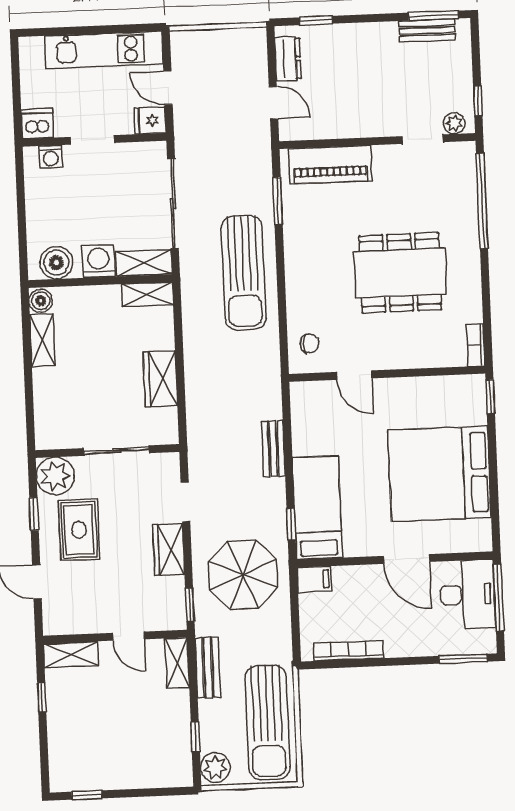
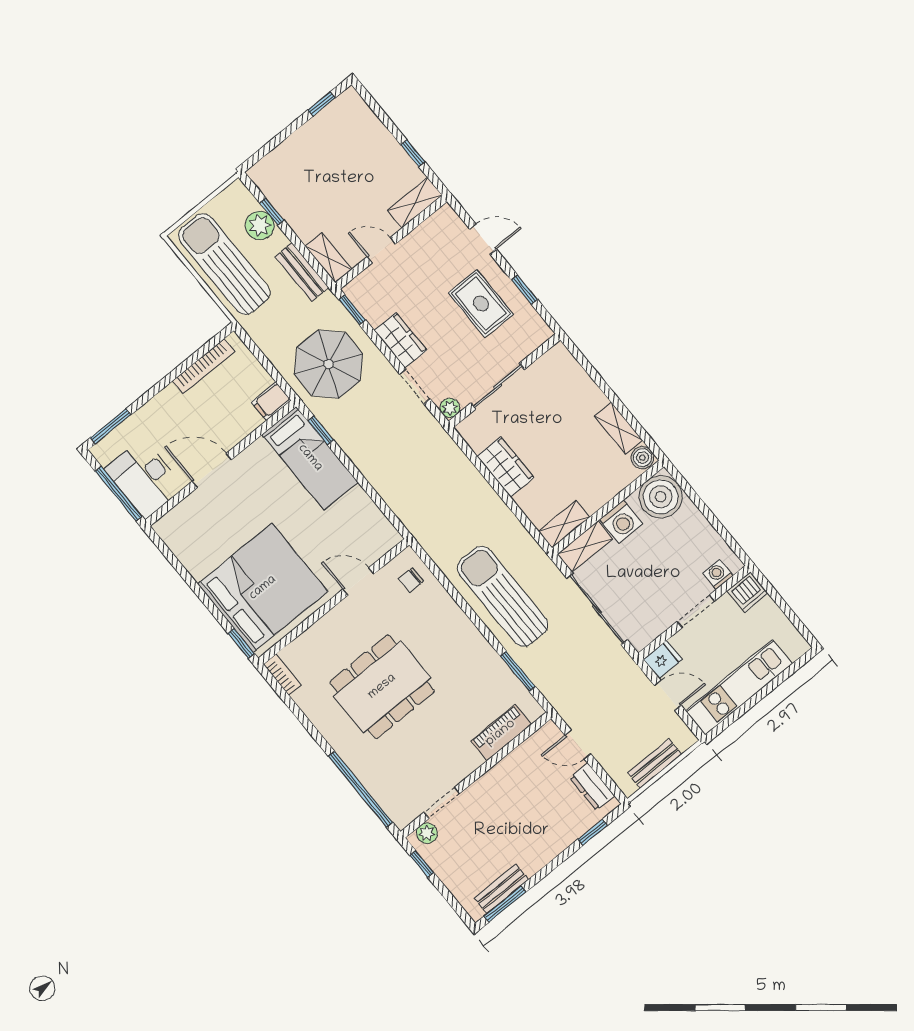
piano: (330, 165) -> (501, 733), width x0.73, depth x0.75
boiler: (56, 263) -> (661, 497), width x1.37, depth x1.37
bench: (273, 449) -> (655, 763), moved, turned 90
bed: (439, 474) -> (263, 588), moved
plant: (55, 476) -> (450, 408), moved, width x0.53, depth x0.53
plant: (215, 767) -> (260, 225), moved

